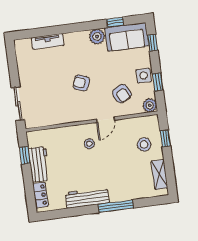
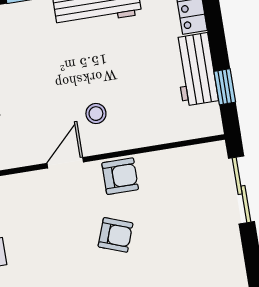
armchair: (122, 94) -> (120, 176), moved, turned 118

